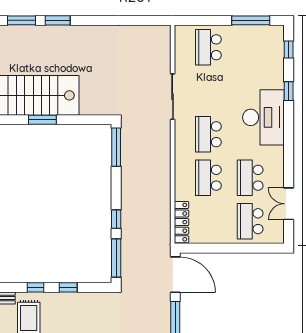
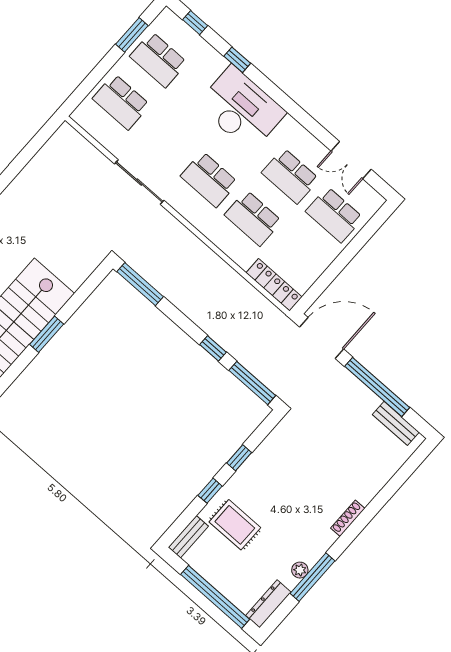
window: (251, 20) -> (132, 35), width x0.69
school desk: (250, 47) -> (158, 60), added

